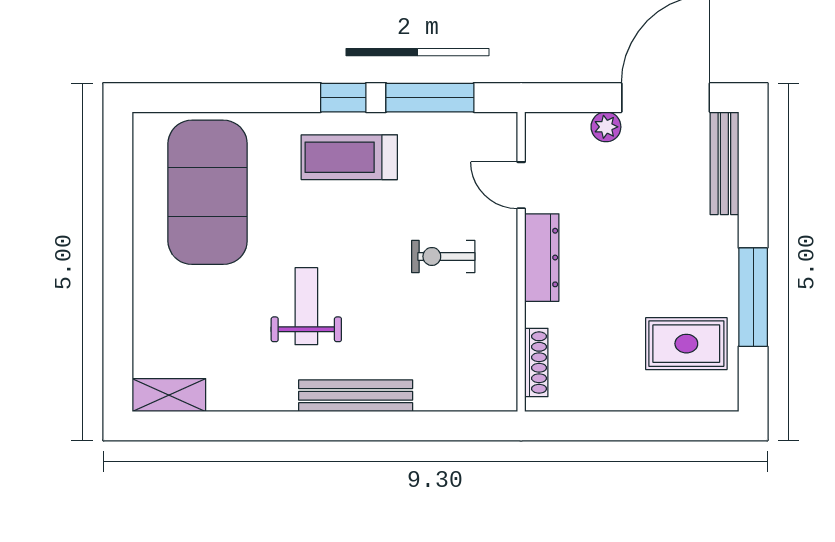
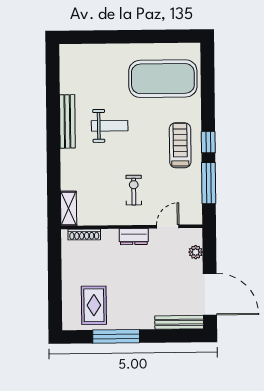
plant: (606, 127) -> (196, 252), moved
dresser: (542, 258) -> (134, 237), width x0.70
shelving: (169, 395) -> (69, 208), moved
bench: (356, 396) -> (67, 121), moved

